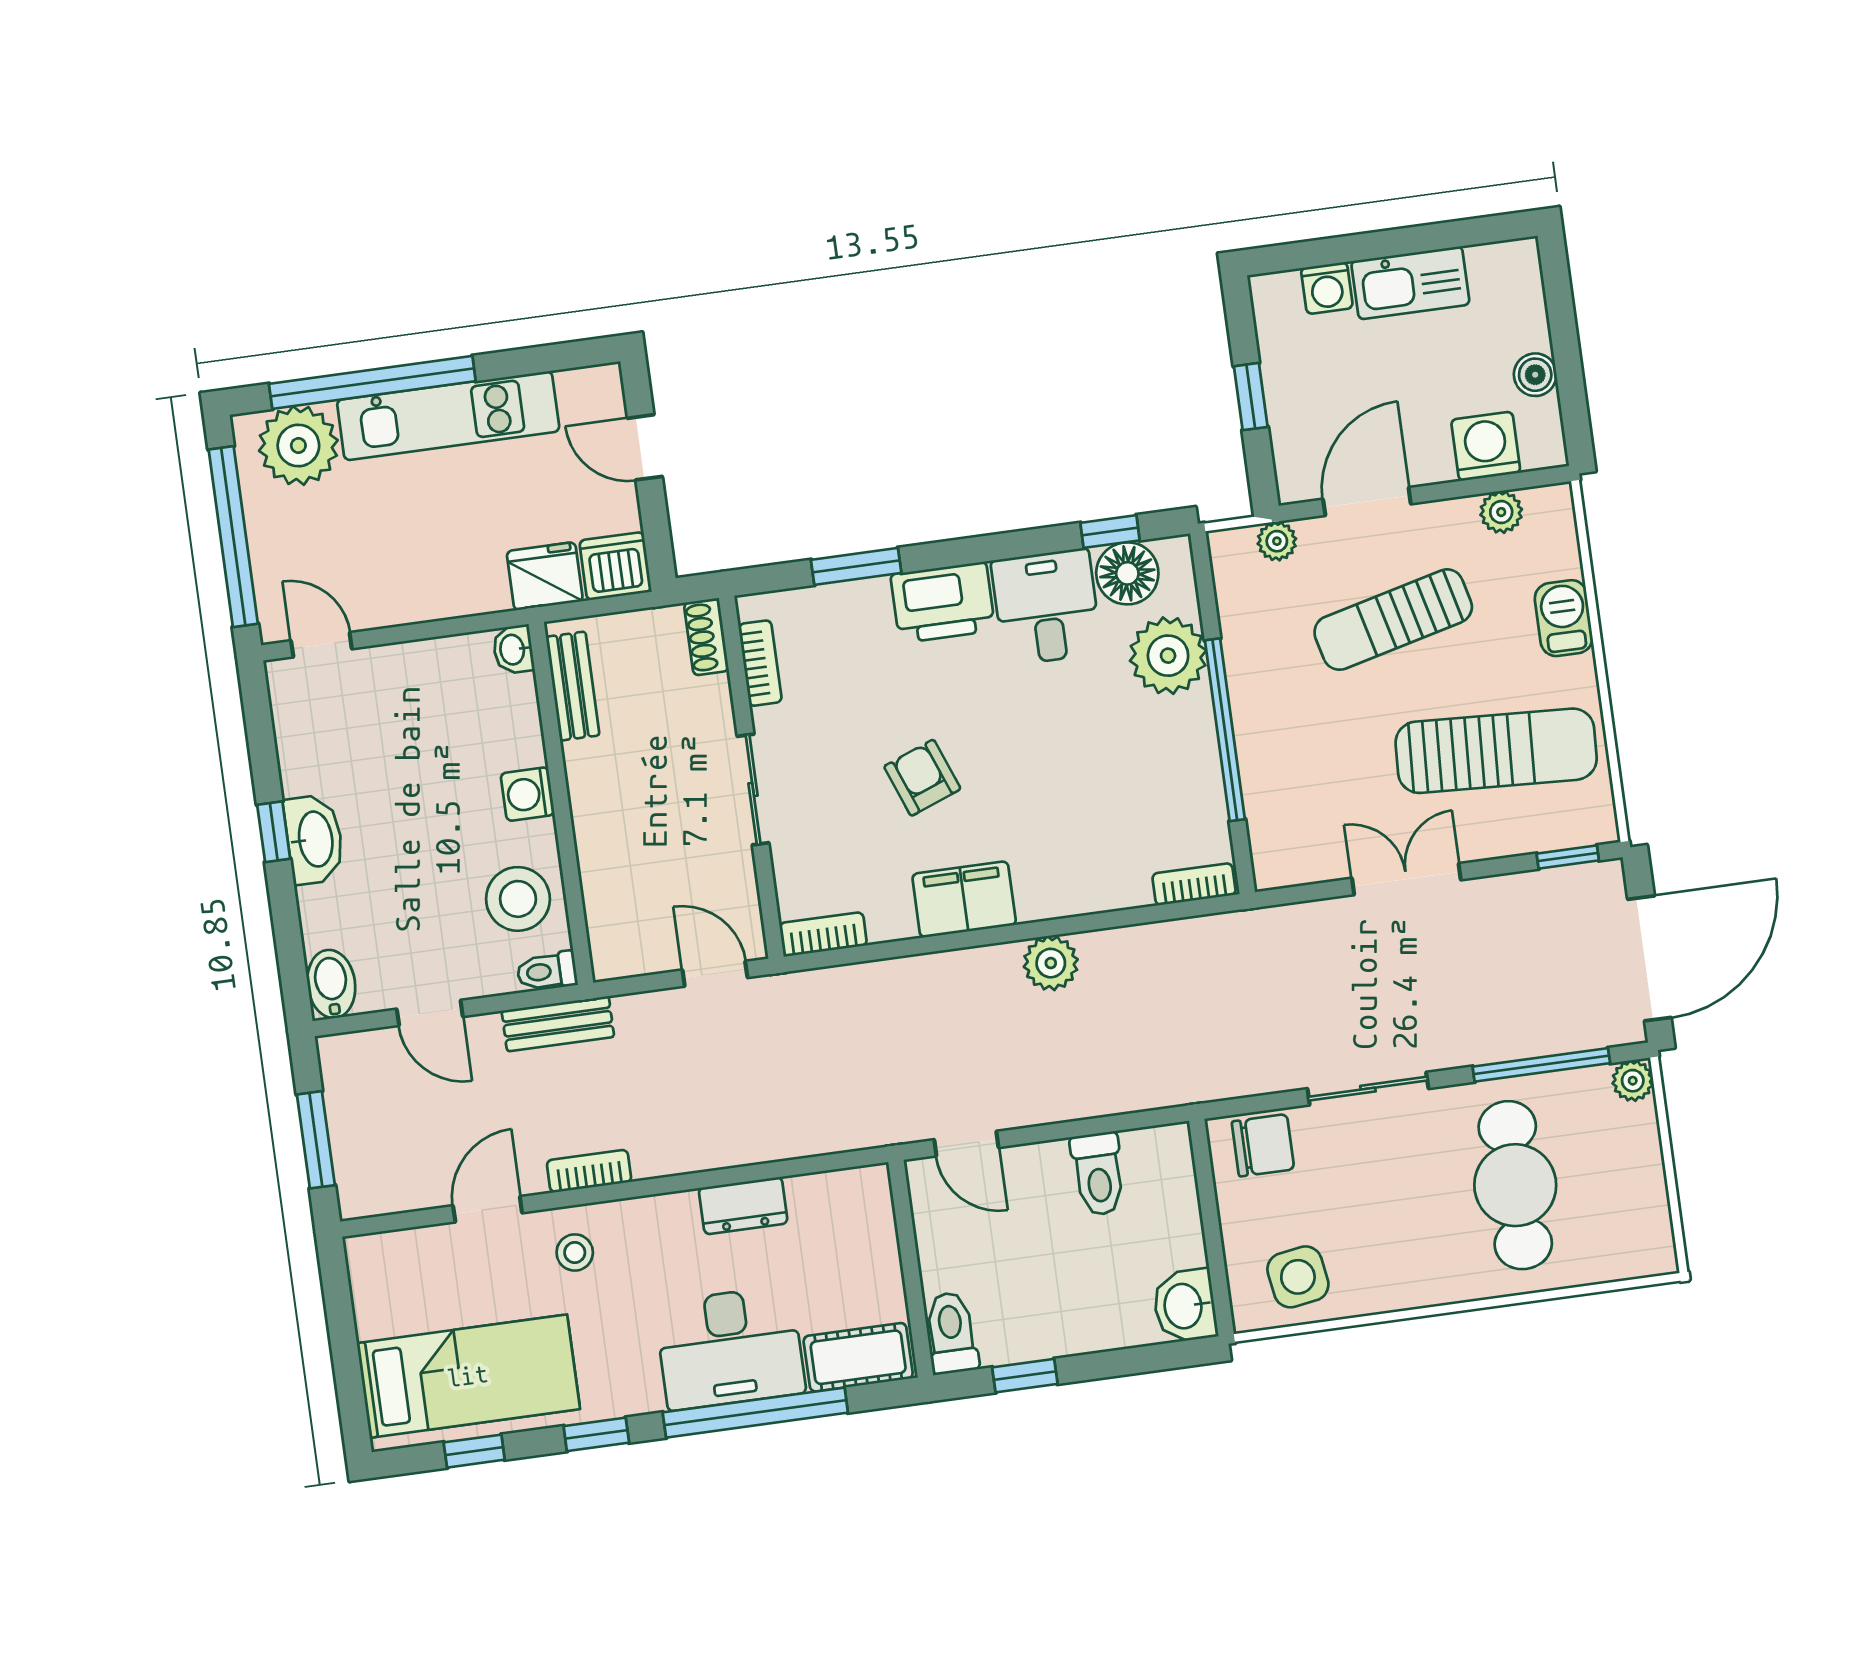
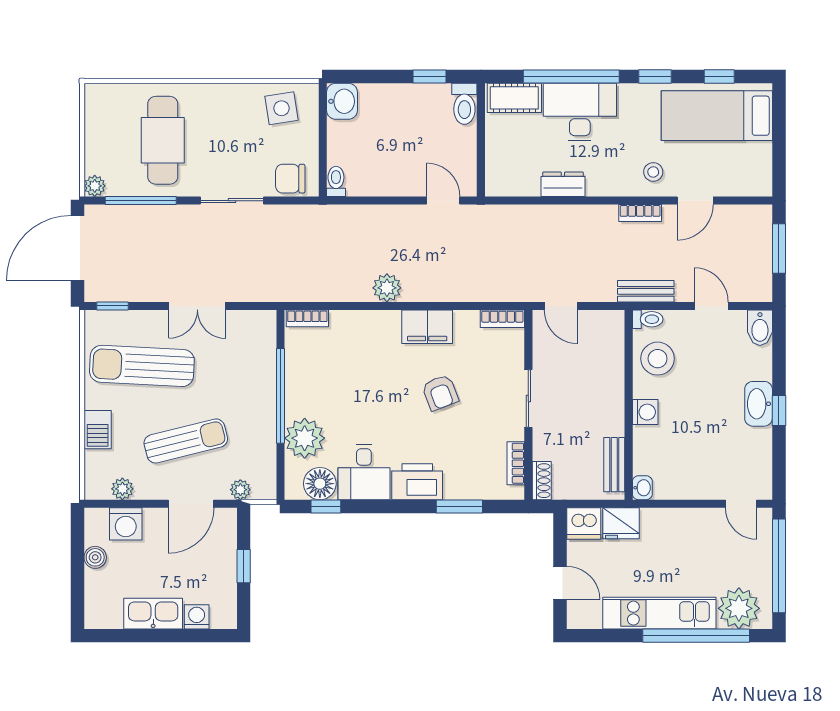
toilet: (1098, 1174) -> (336, 181), moved, width x0.73, depth x0.72

